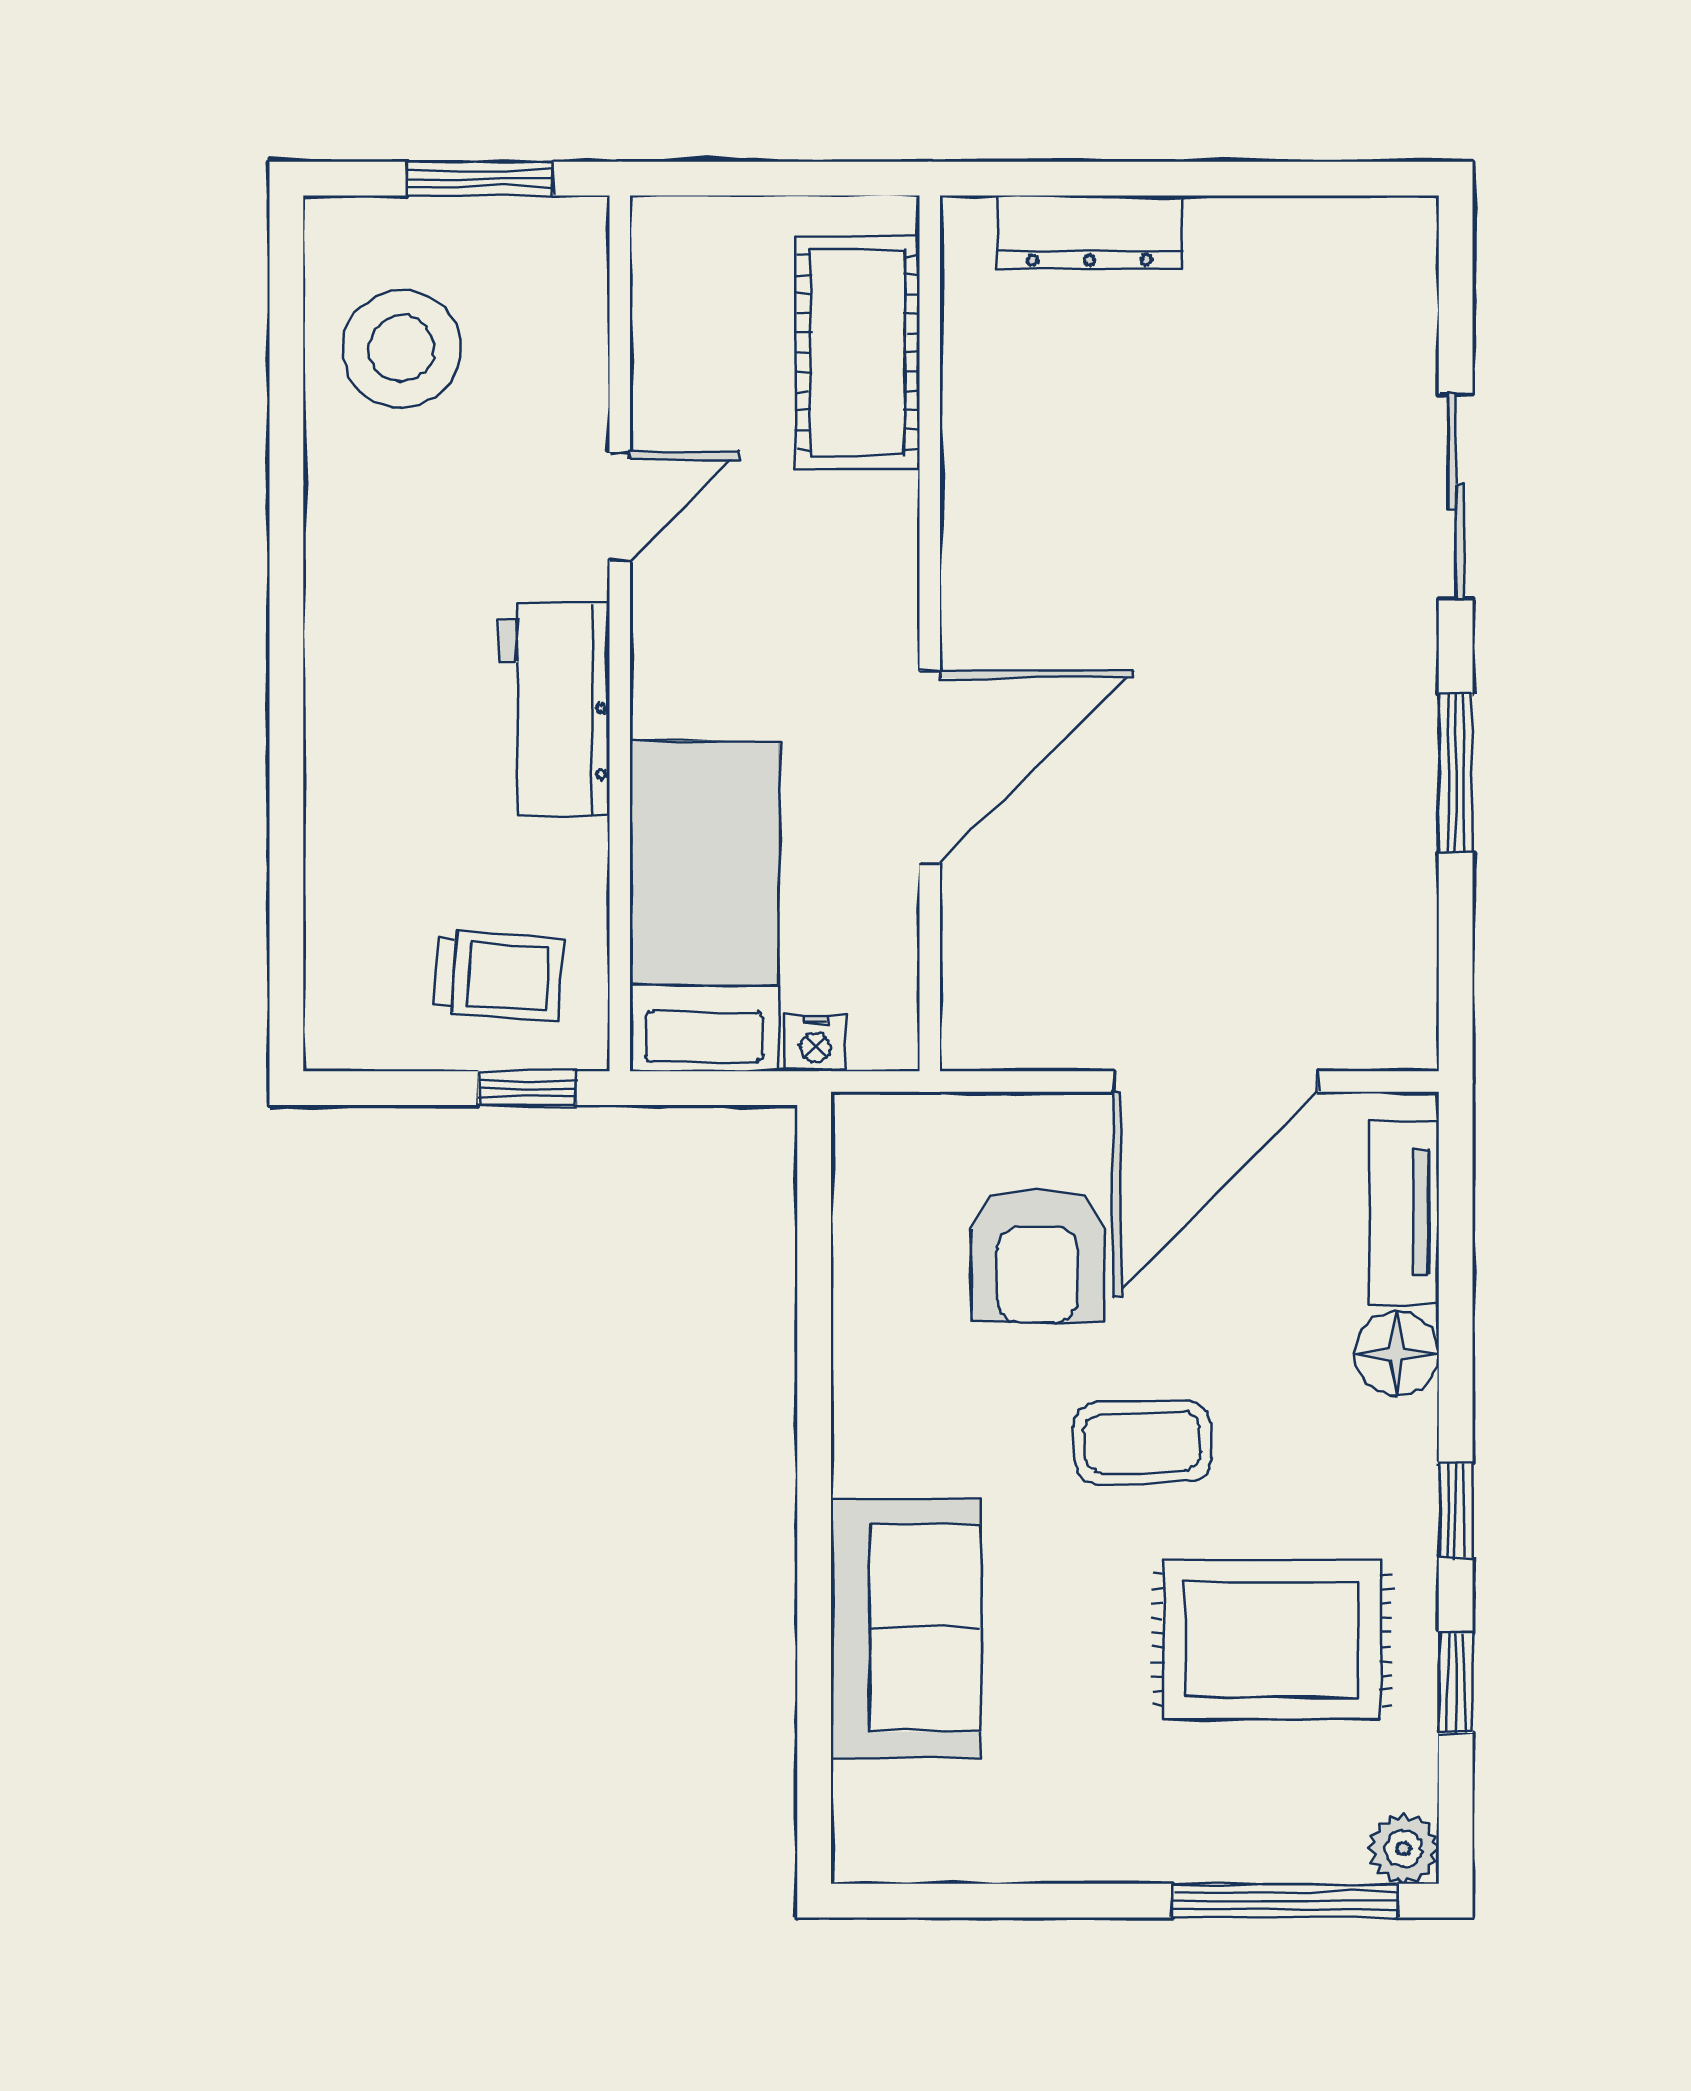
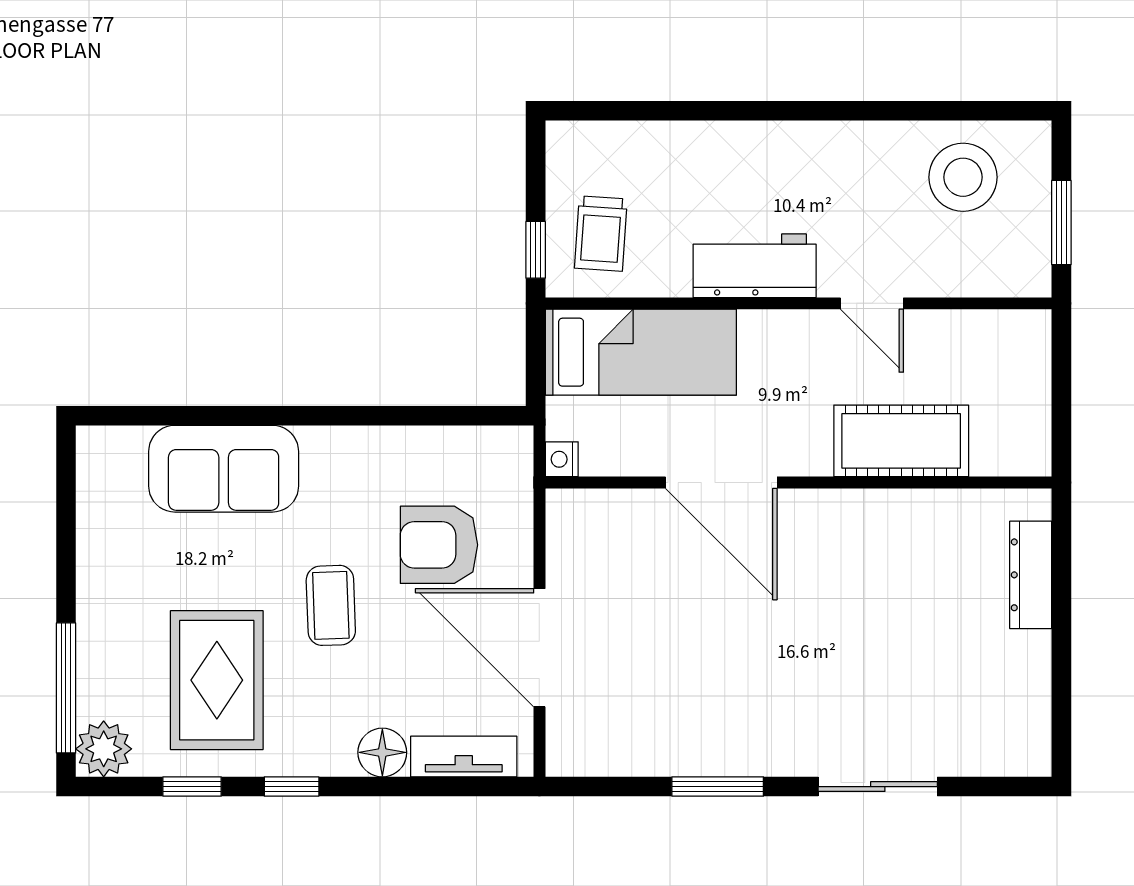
cot: (858, 352) -> (901, 441), moved
nightstand: (816, 1043) -> (562, 459), moved
plant: (1404, 1849) -> (104, 749), width x1.38, depth x1.38

